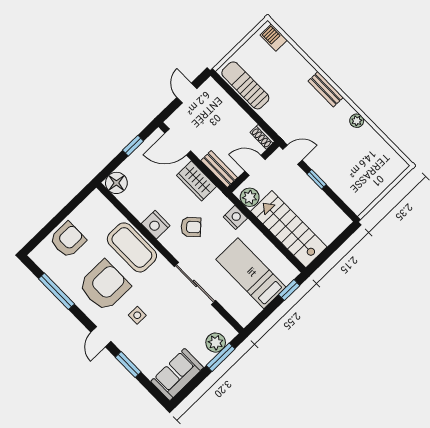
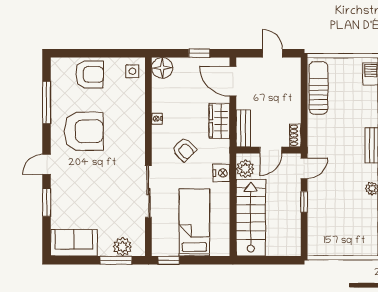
door: (187, 93) -> (273, 53), hinge flipped
door: (293, 155) -> (304, 168), hinge flipped
door: (255, 165) -> (271, 150), swing flipped
nightstand: (156, 225) -> (157, 119), width x0.53, depth x0.56
coffee table: (132, 247) -> (129, 123), removed
window: (289, 290) -> (169, 260), moved
side table: (137, 315) -> (132, 71), moved

